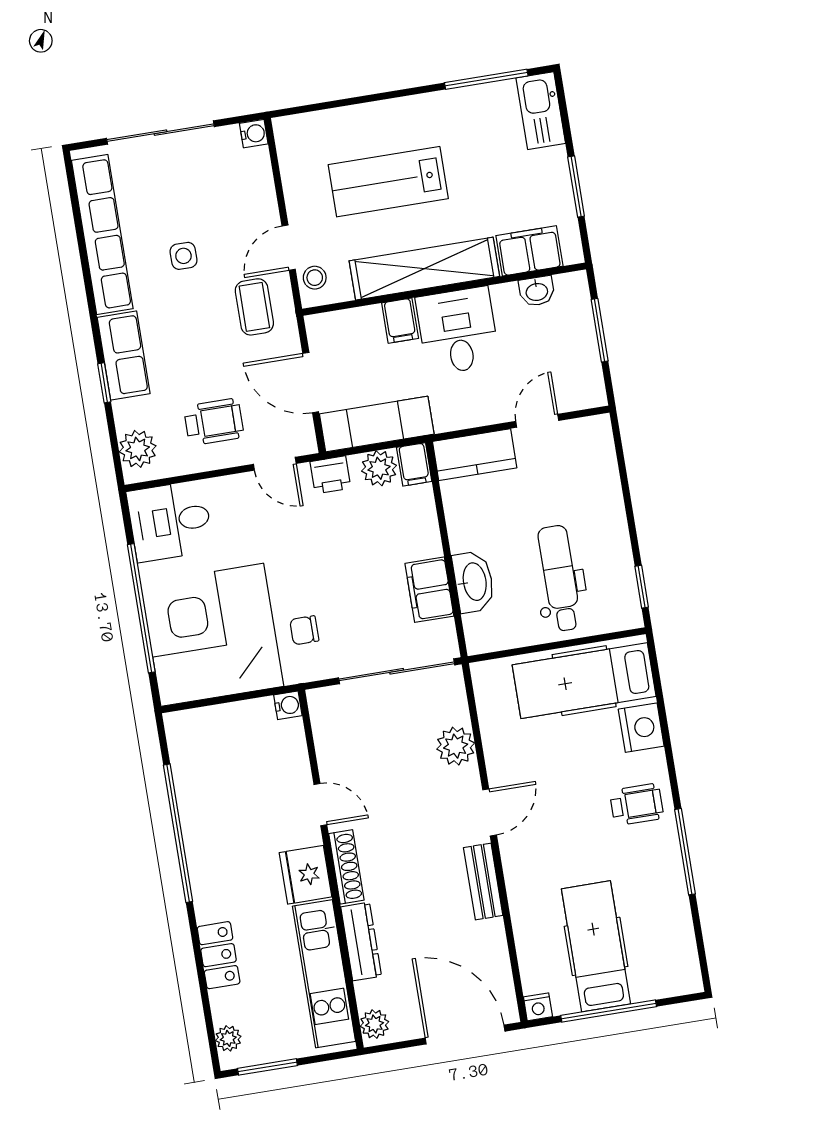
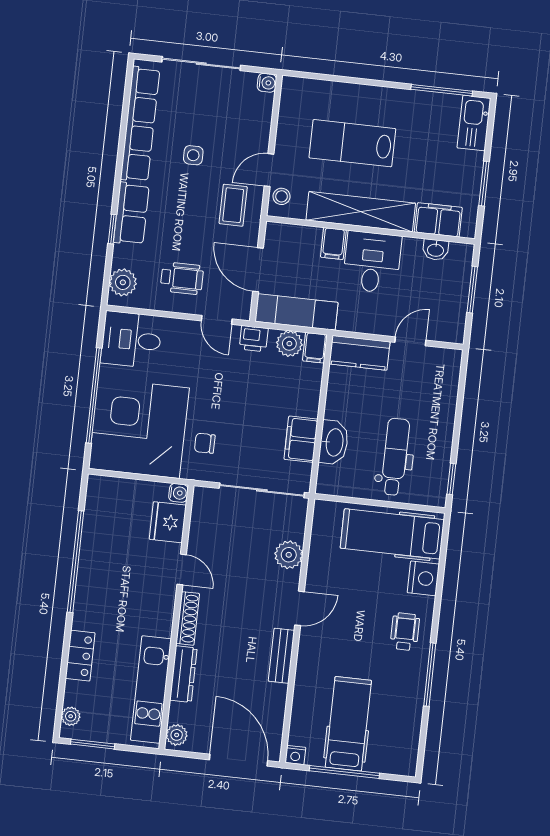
wheelchair: (637, 804) -> (405, 632), turned -90
fridge: (306, 875) -> (168, 522), moved

